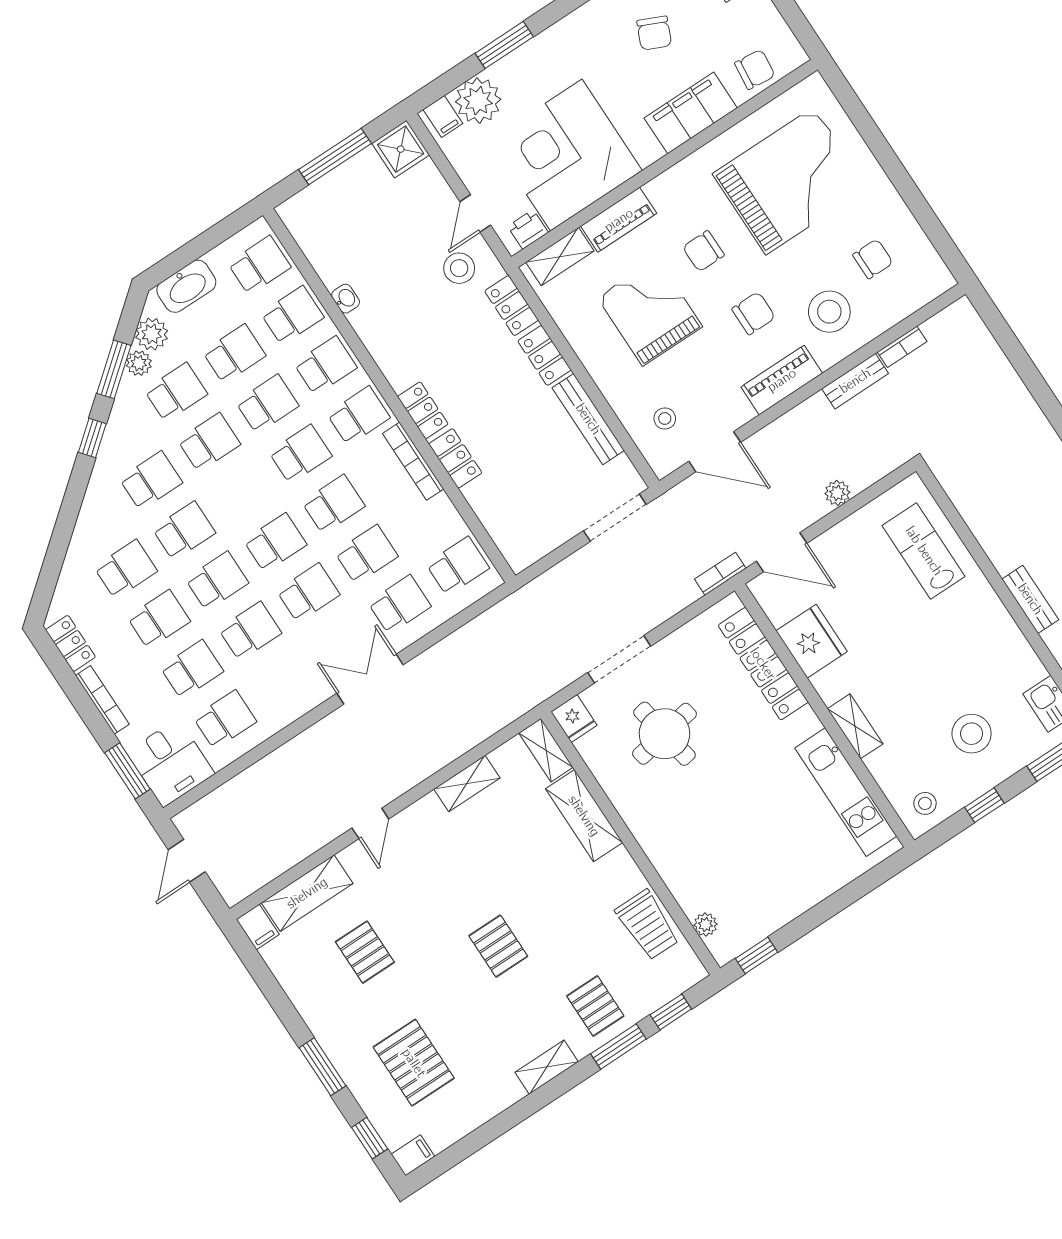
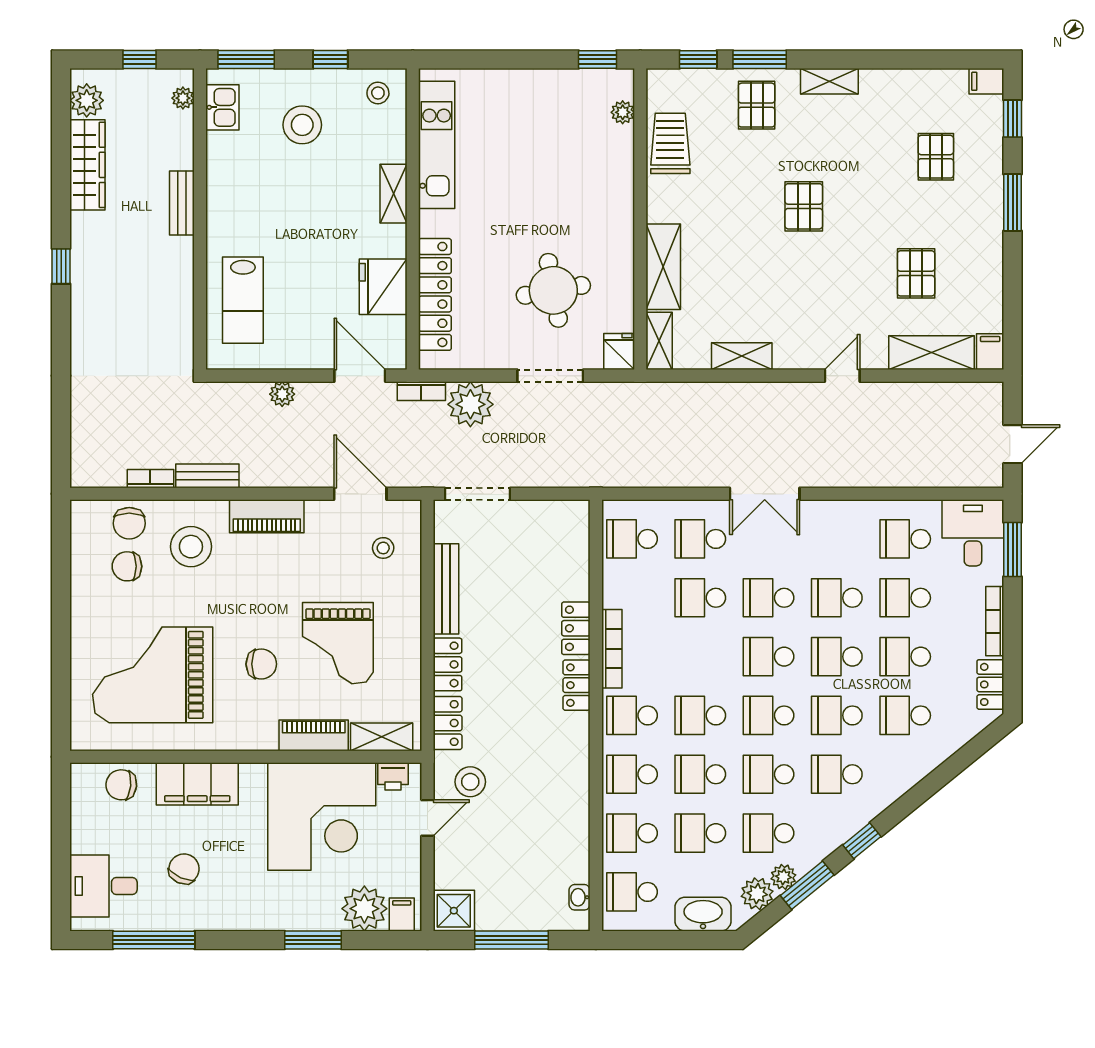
washbasin: (346, 299) -> (580, 897), moved
chair: (754, 313) -> (129, 523), moved, turned -90
school desk: (333, 504) -> (769, 715), moved
plant: (671, 590) -> (470, 404), added
pallet: (414, 1063) -> (936, 157), width x0.67, depth x0.71

